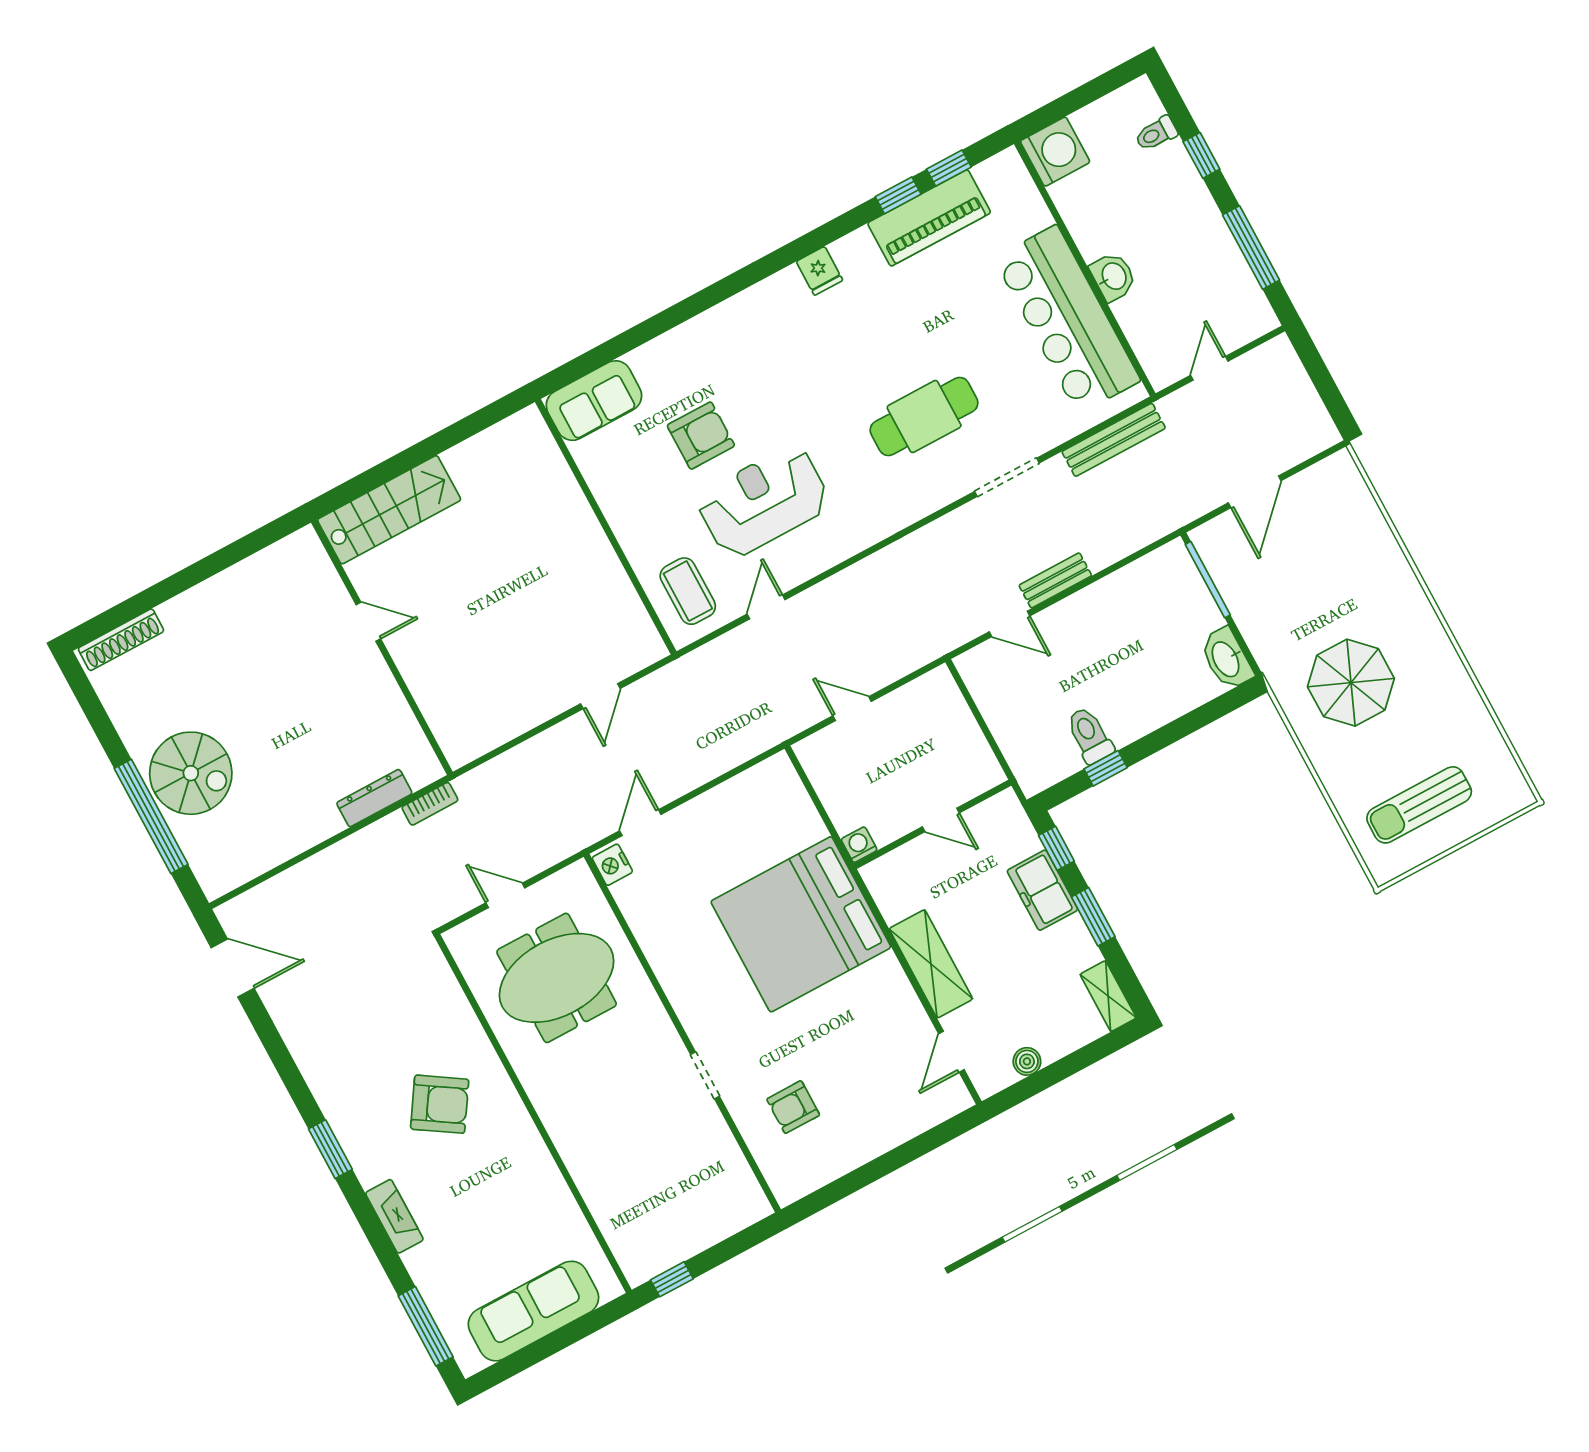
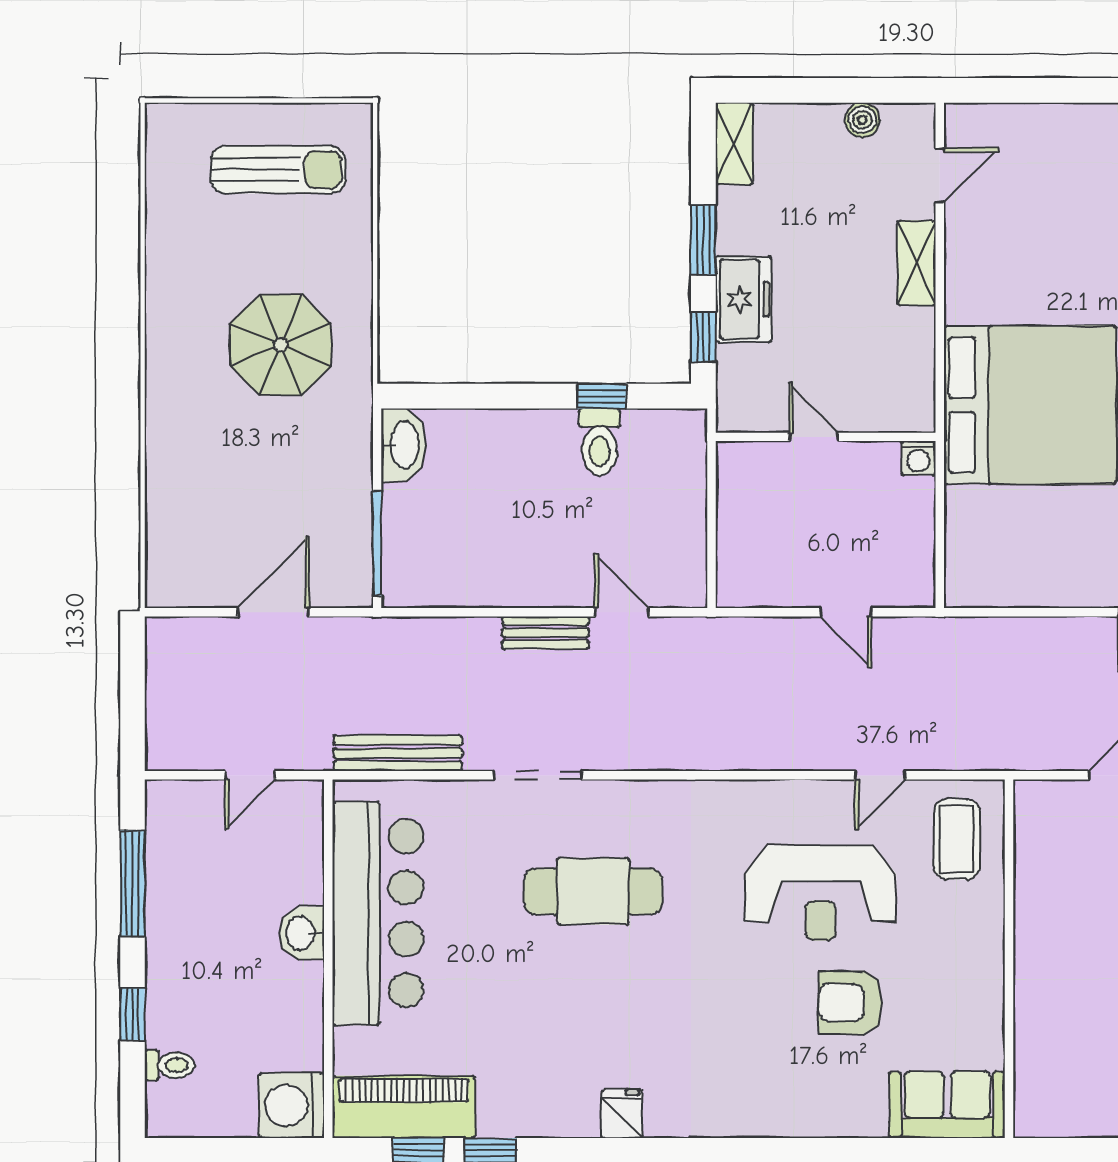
piano: (929, 218) -> (404, 1107), moved
shelving: (931, 964) -> (917, 263), width x0.67, depth x0.75

